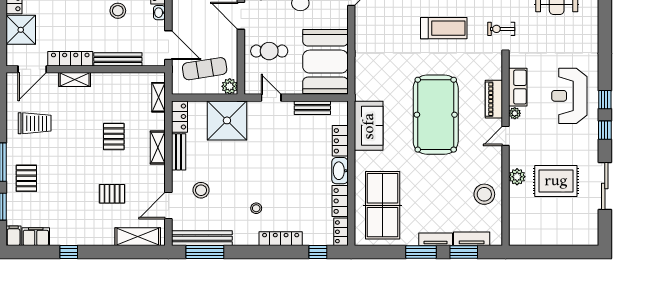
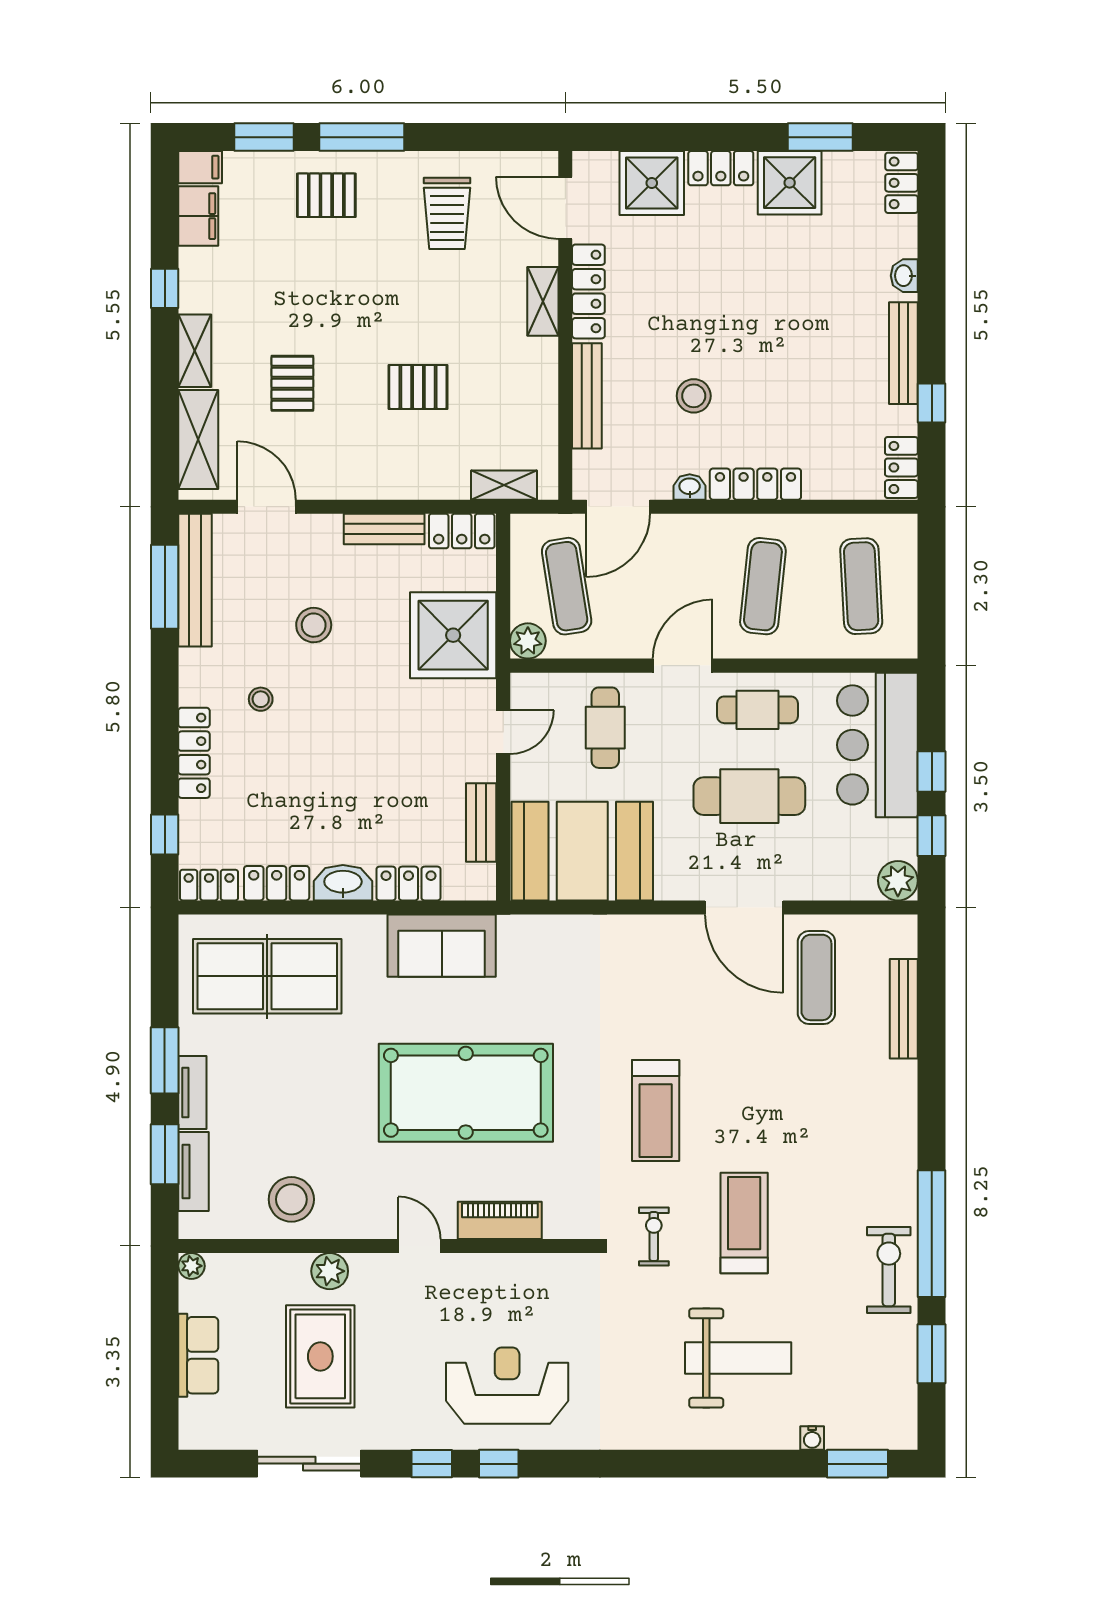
row of seats: (518, 87) -> (198, 1355), moved, turned -90
plant: (515, 113) -> (191, 1266), moved
shelving: (158, 147) -> (195, 351), moved, turned 90
stool: (201, 190) -> (314, 625), moved

